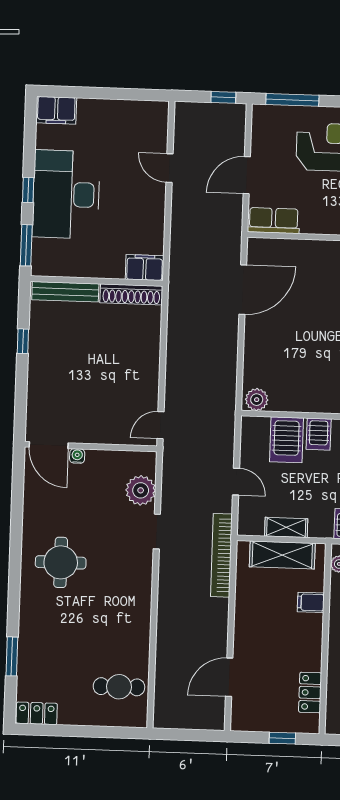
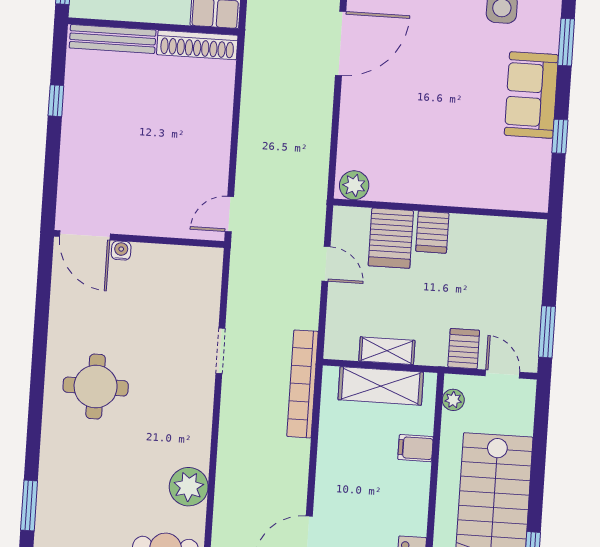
door: (236, 482) -> (326, 264), moved
plant: (141, 490) -> (189, 487), moved

